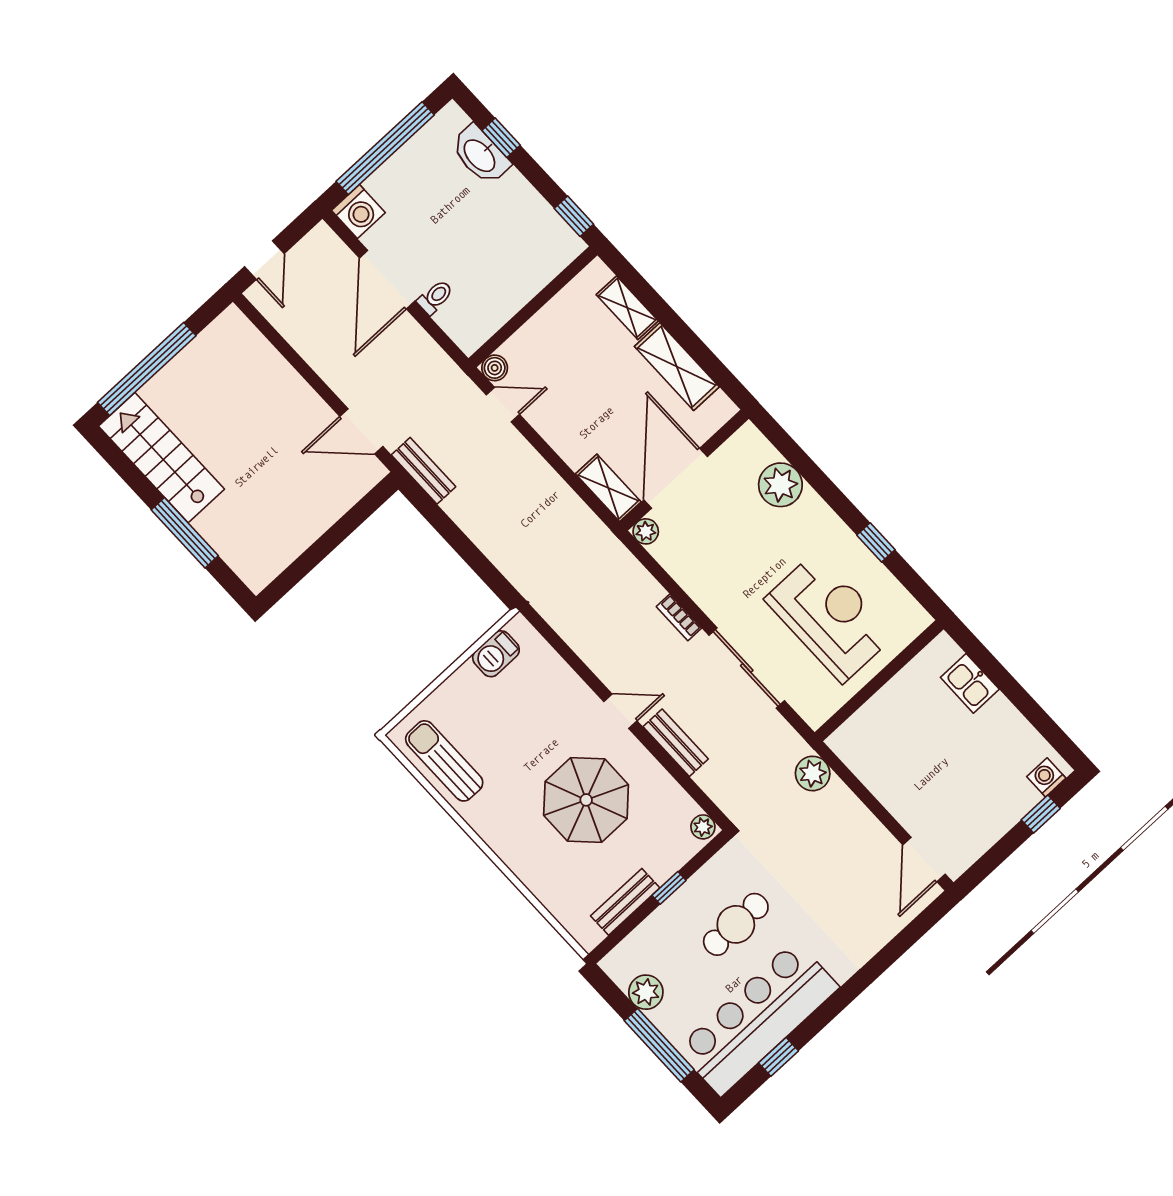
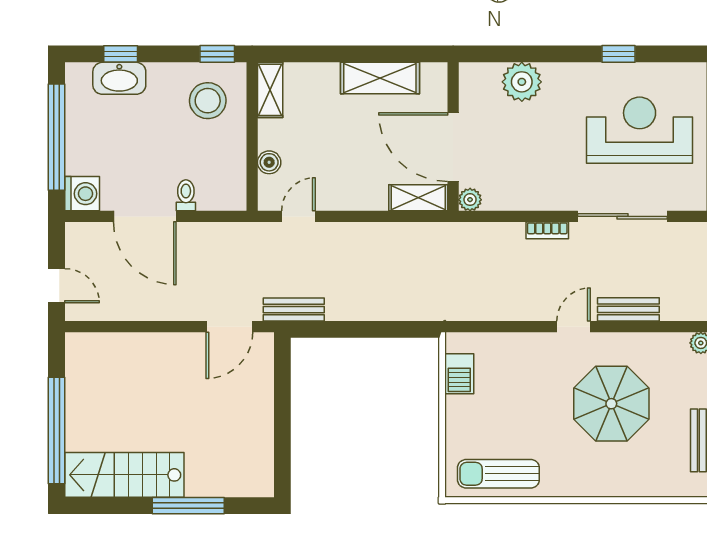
stool: (529, 244) -> (208, 101), added
shelving: (627, 308) -> (270, 90), moved, turned 90
boiler: (495, 368) -> (269, 162), moved

